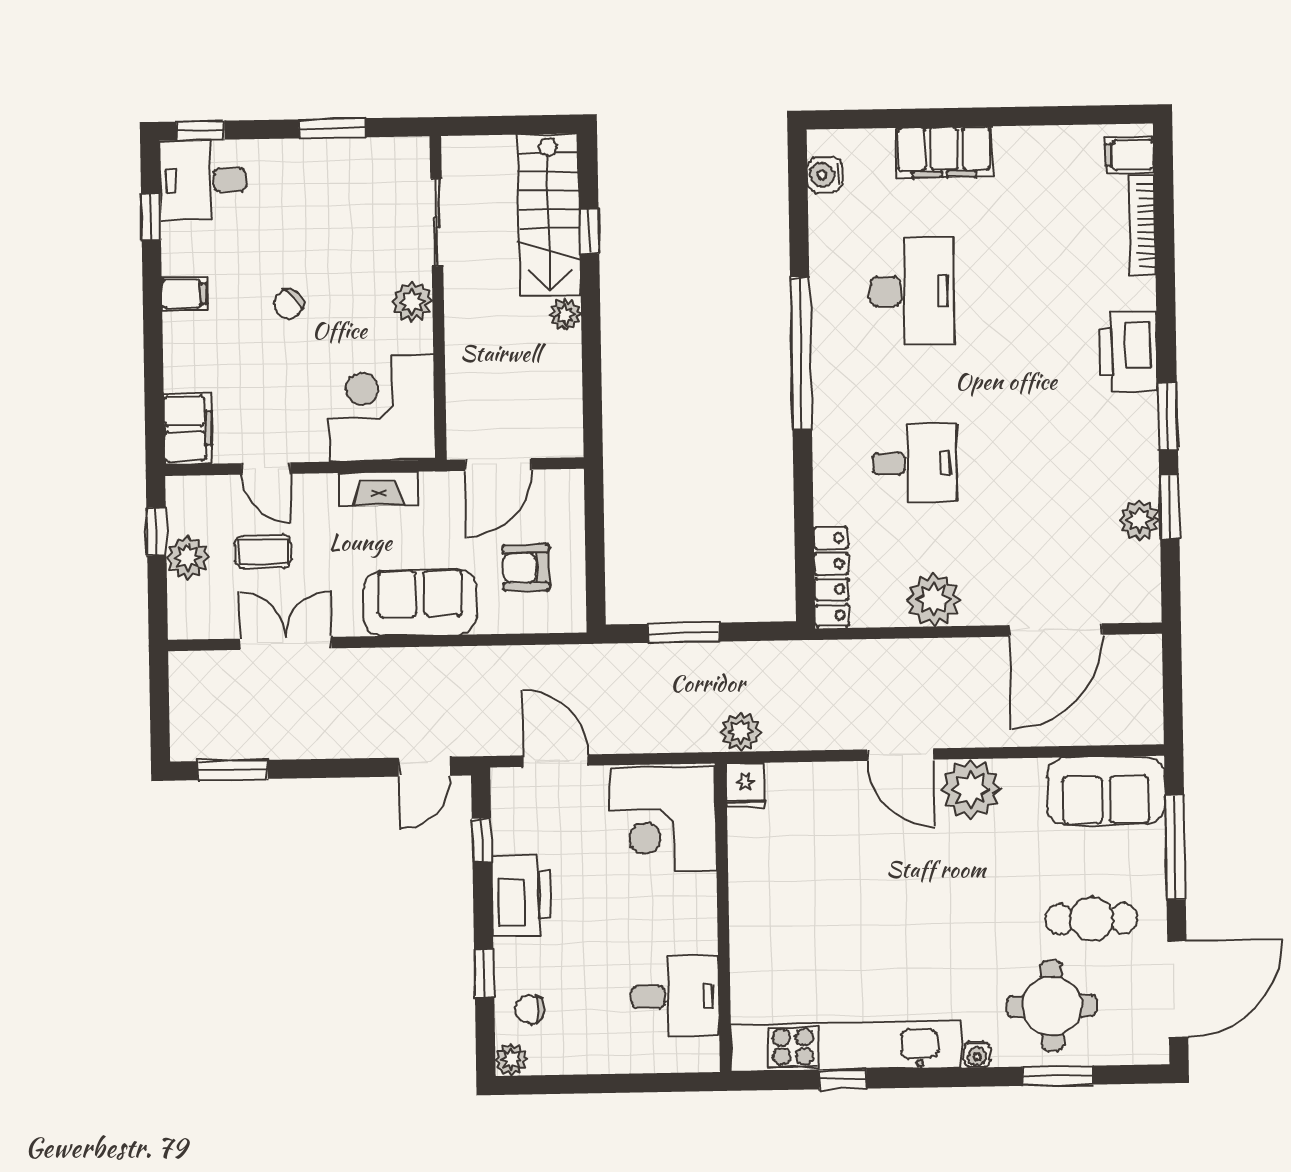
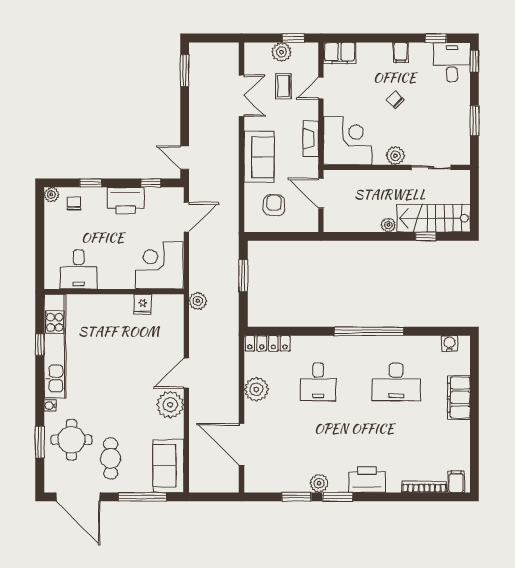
plant: (1139, 520) -> (319, 483), moved
fridge: (745, 786) -> (143, 304), moved, turned -90

